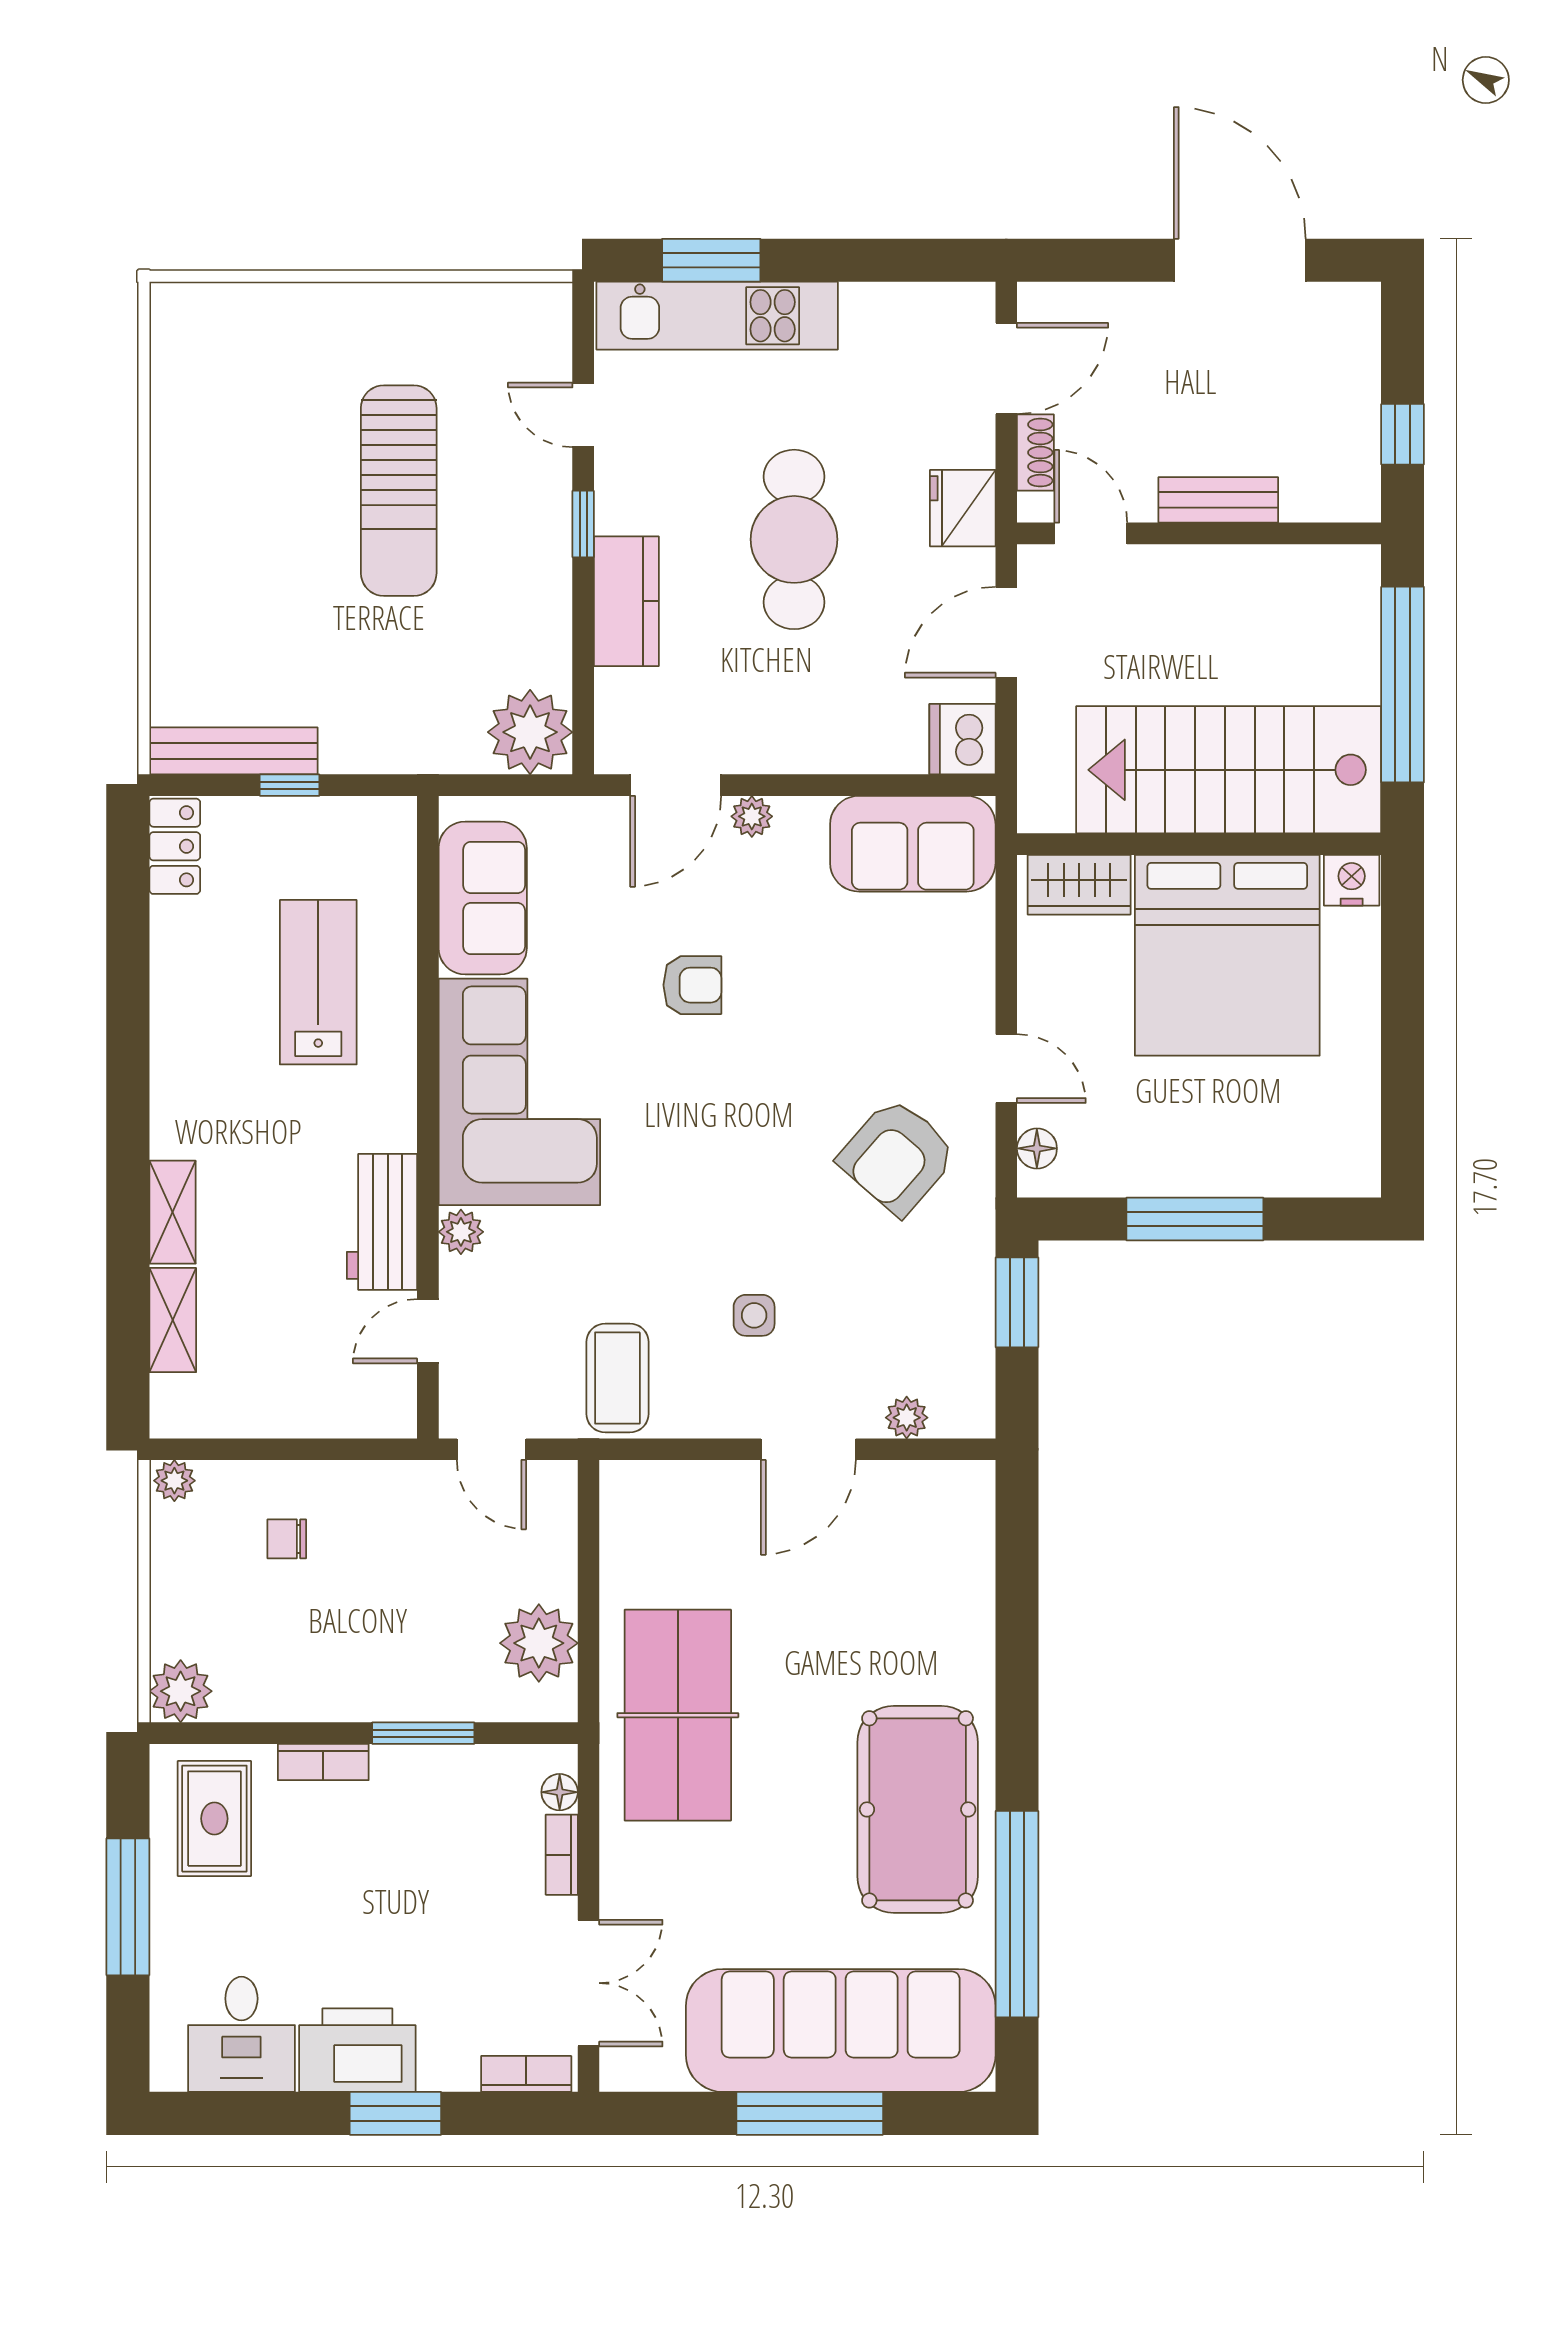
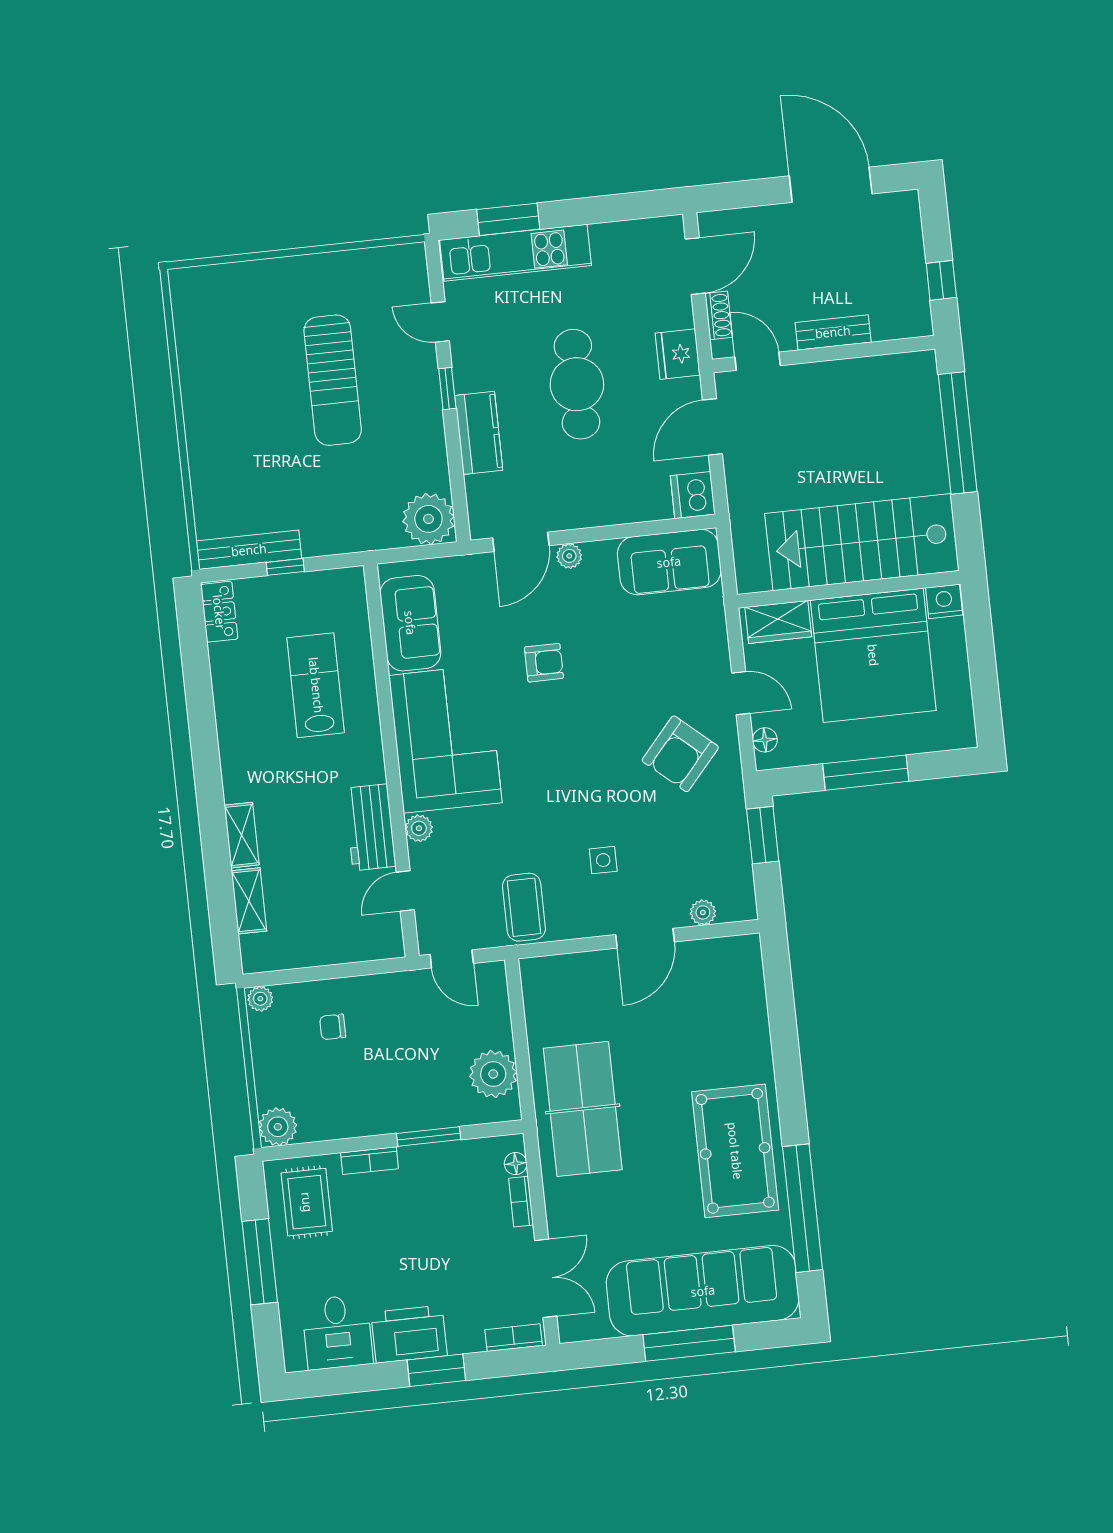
stairs: (1229, 770) -> (862, 542), moved
wall: (1199, 844) -> (849, 589), moved
nightstand: (1352, 880) -> (944, 601), moved
wardrobe: (1079, 885) -> (778, 622), moved
bed: (1227, 955) -> (873, 655), moved

